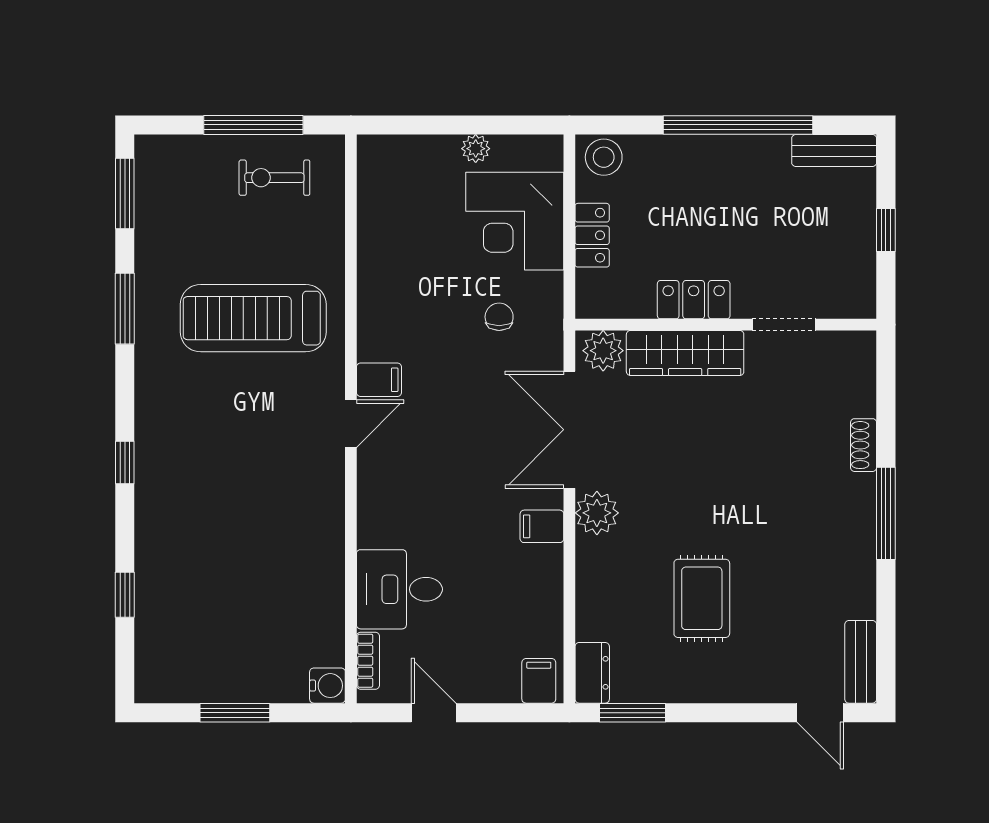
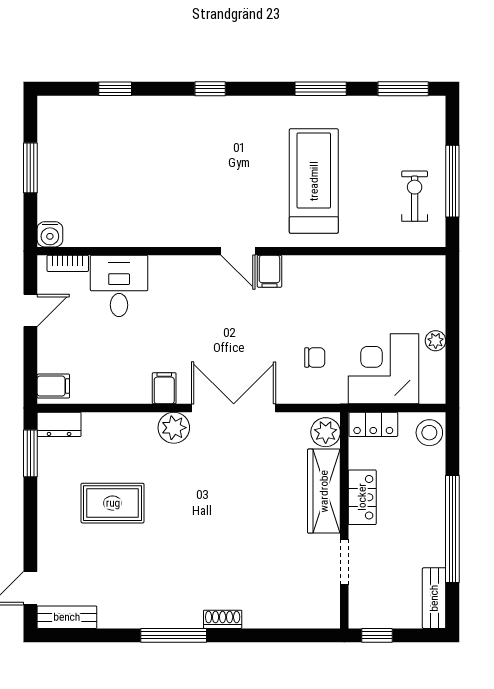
locker: (694, 300) -> (362, 497), moved
wall: (726, 325) -> (344, 520), moved
doorway: (784, 325) -> (344, 562), moved
plant: (603, 351) -> (326, 432), moved
wardrobe: (685, 353) -> (324, 491), moved

